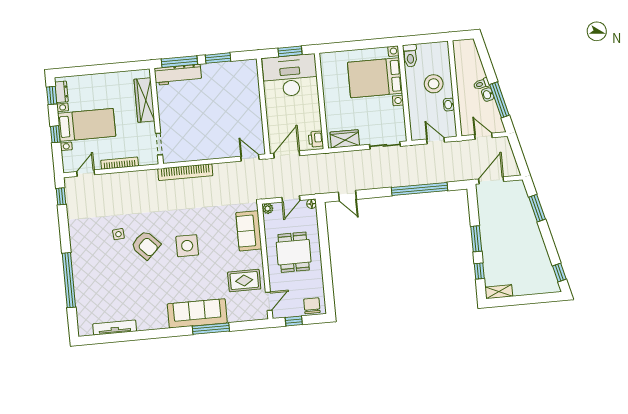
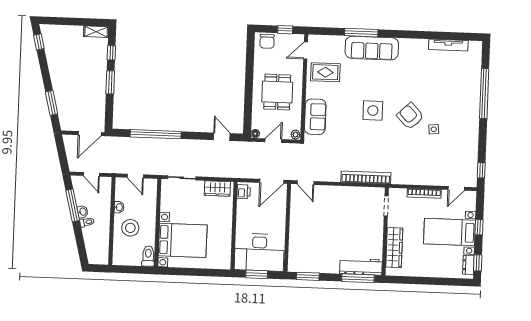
window: (218, 58) -> (308, 276), moved

